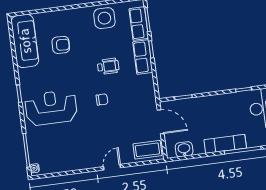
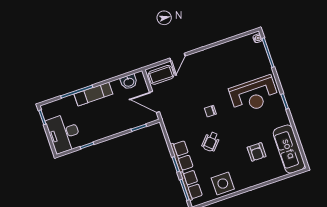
armchair: (61, 45) -> (257, 152), turned -92
wheelchair: (108, 66) -> (211, 142), turned -47
door: (112, 167) -> (178, 57), moved

